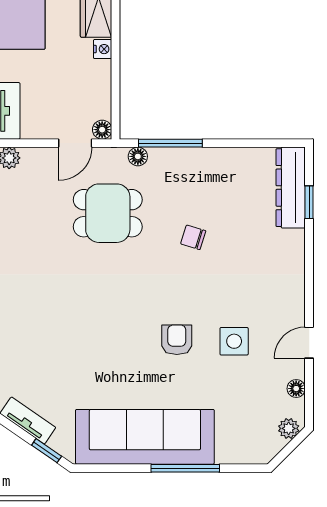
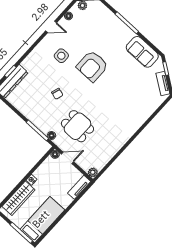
armchair: (177, 340) -> (92, 66), width x1.88, depth x1.88
side table: (234, 341) -> (61, 56), moved
sofa: (145, 437) -> (142, 52), width x0.54, depth x0.79

